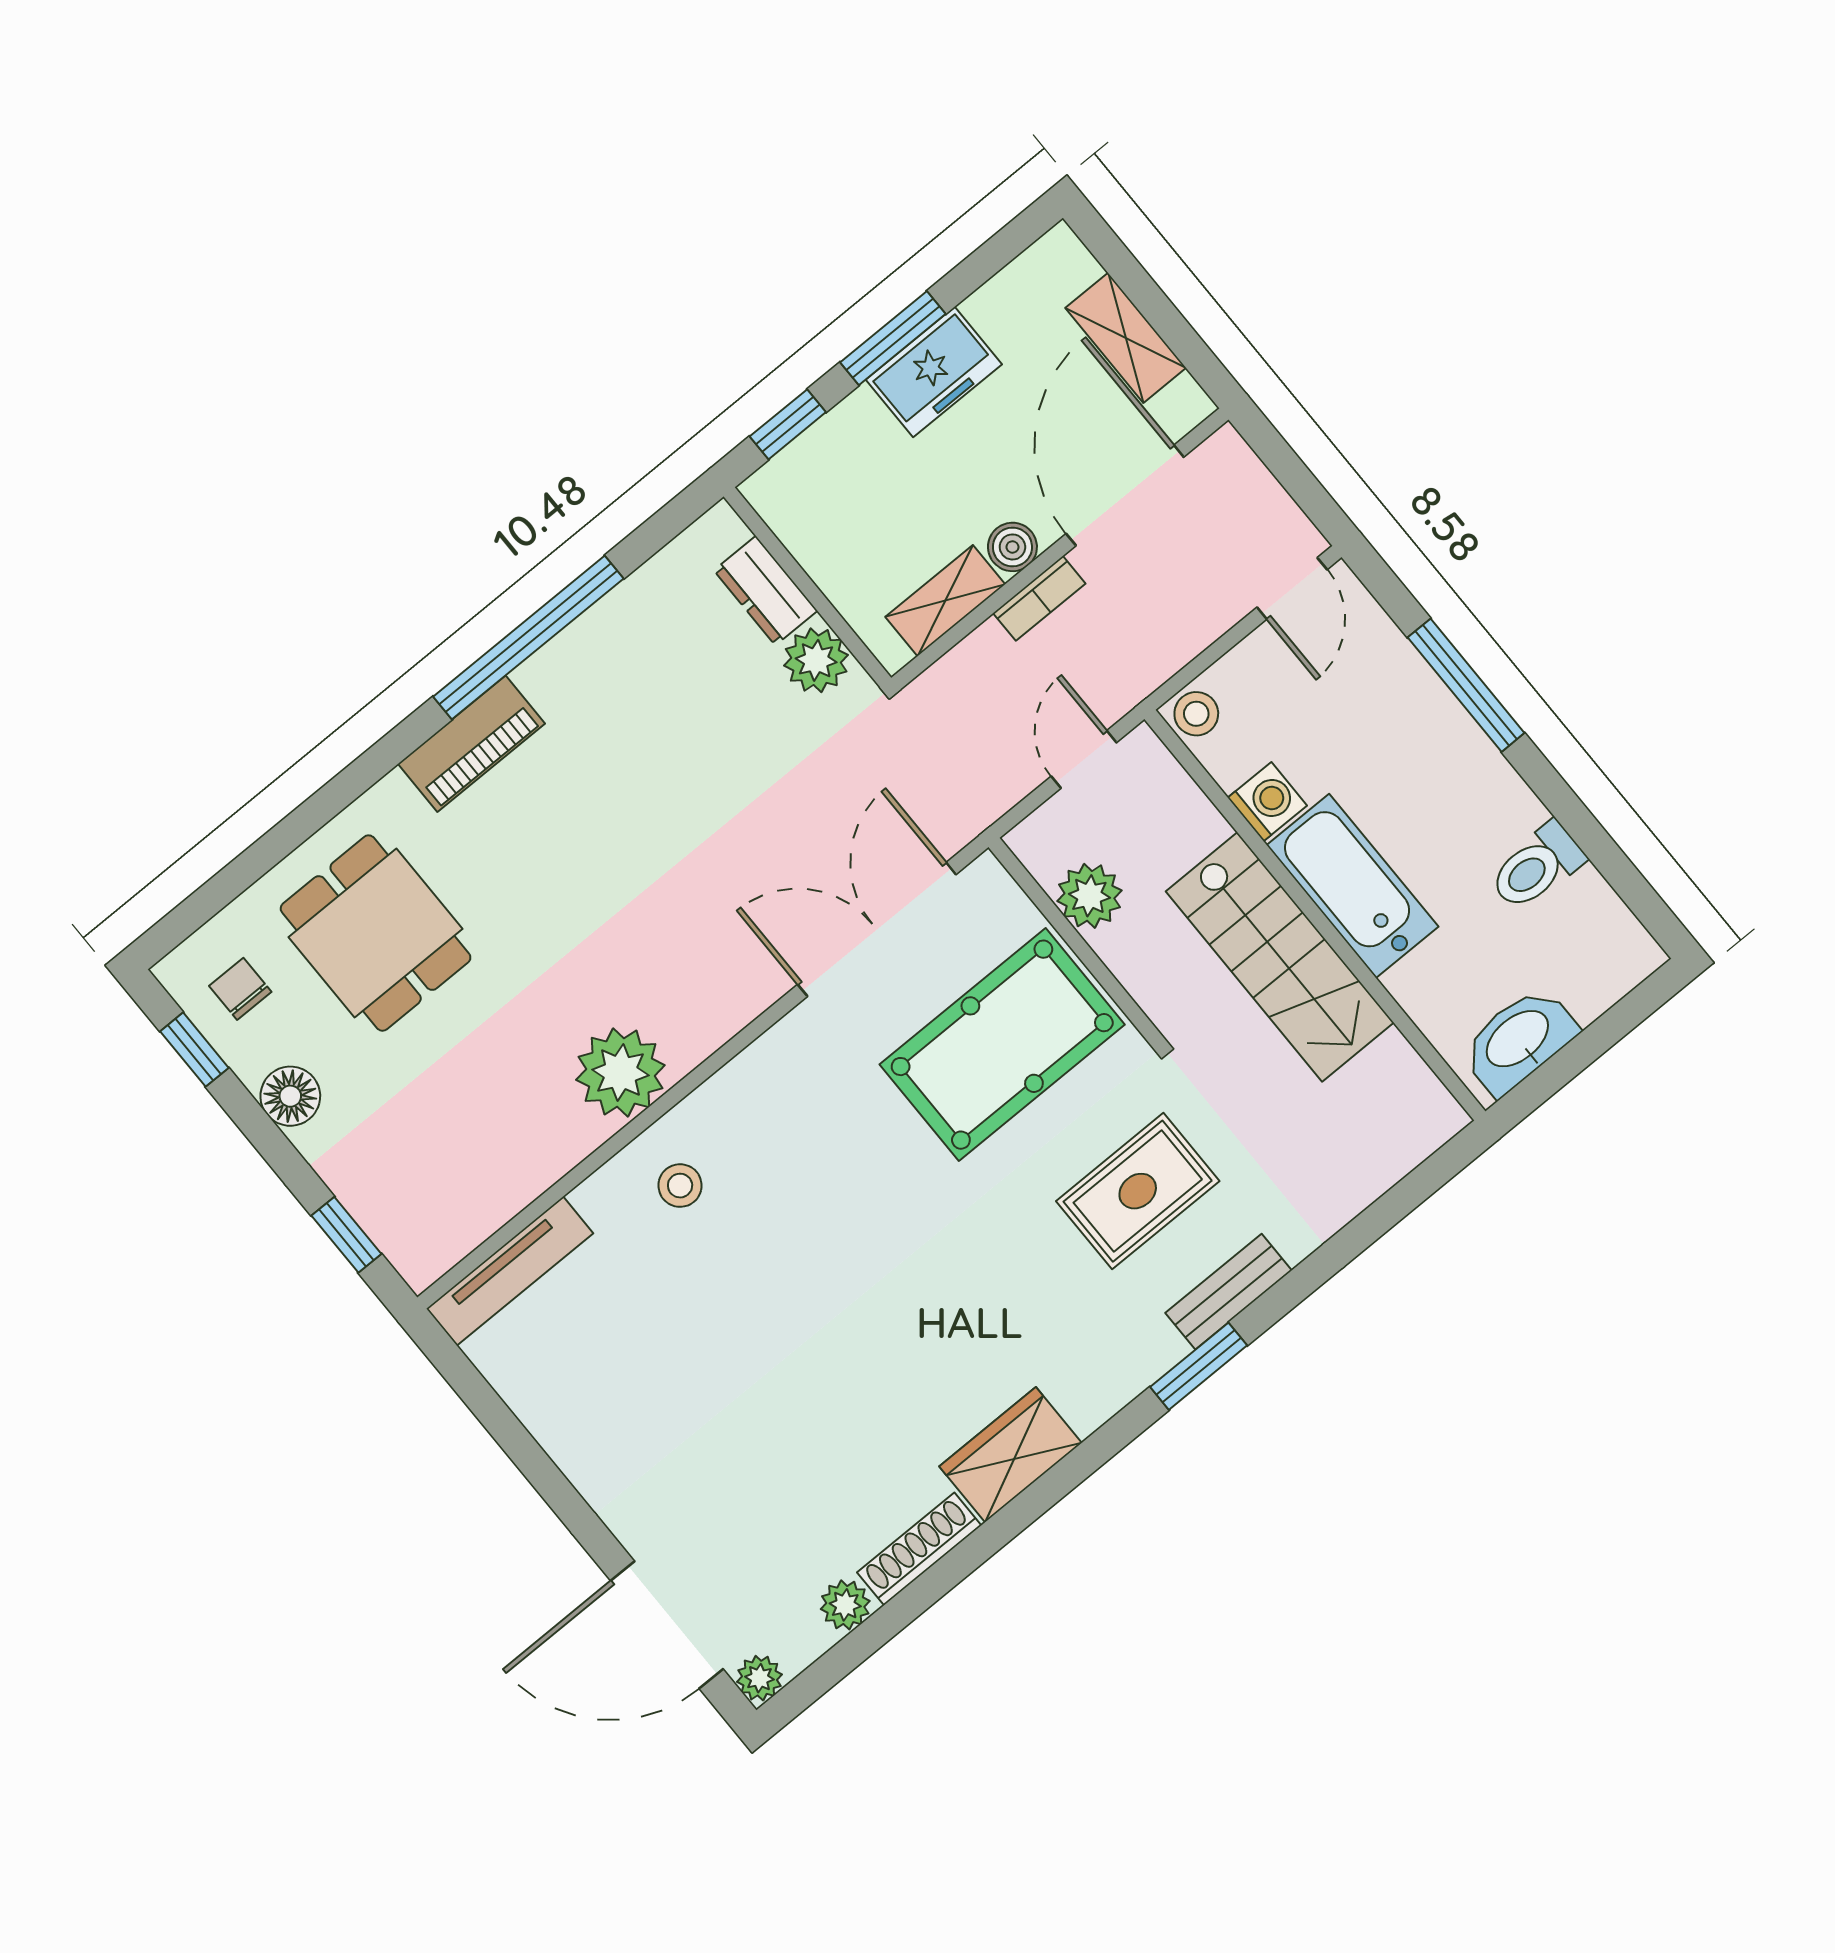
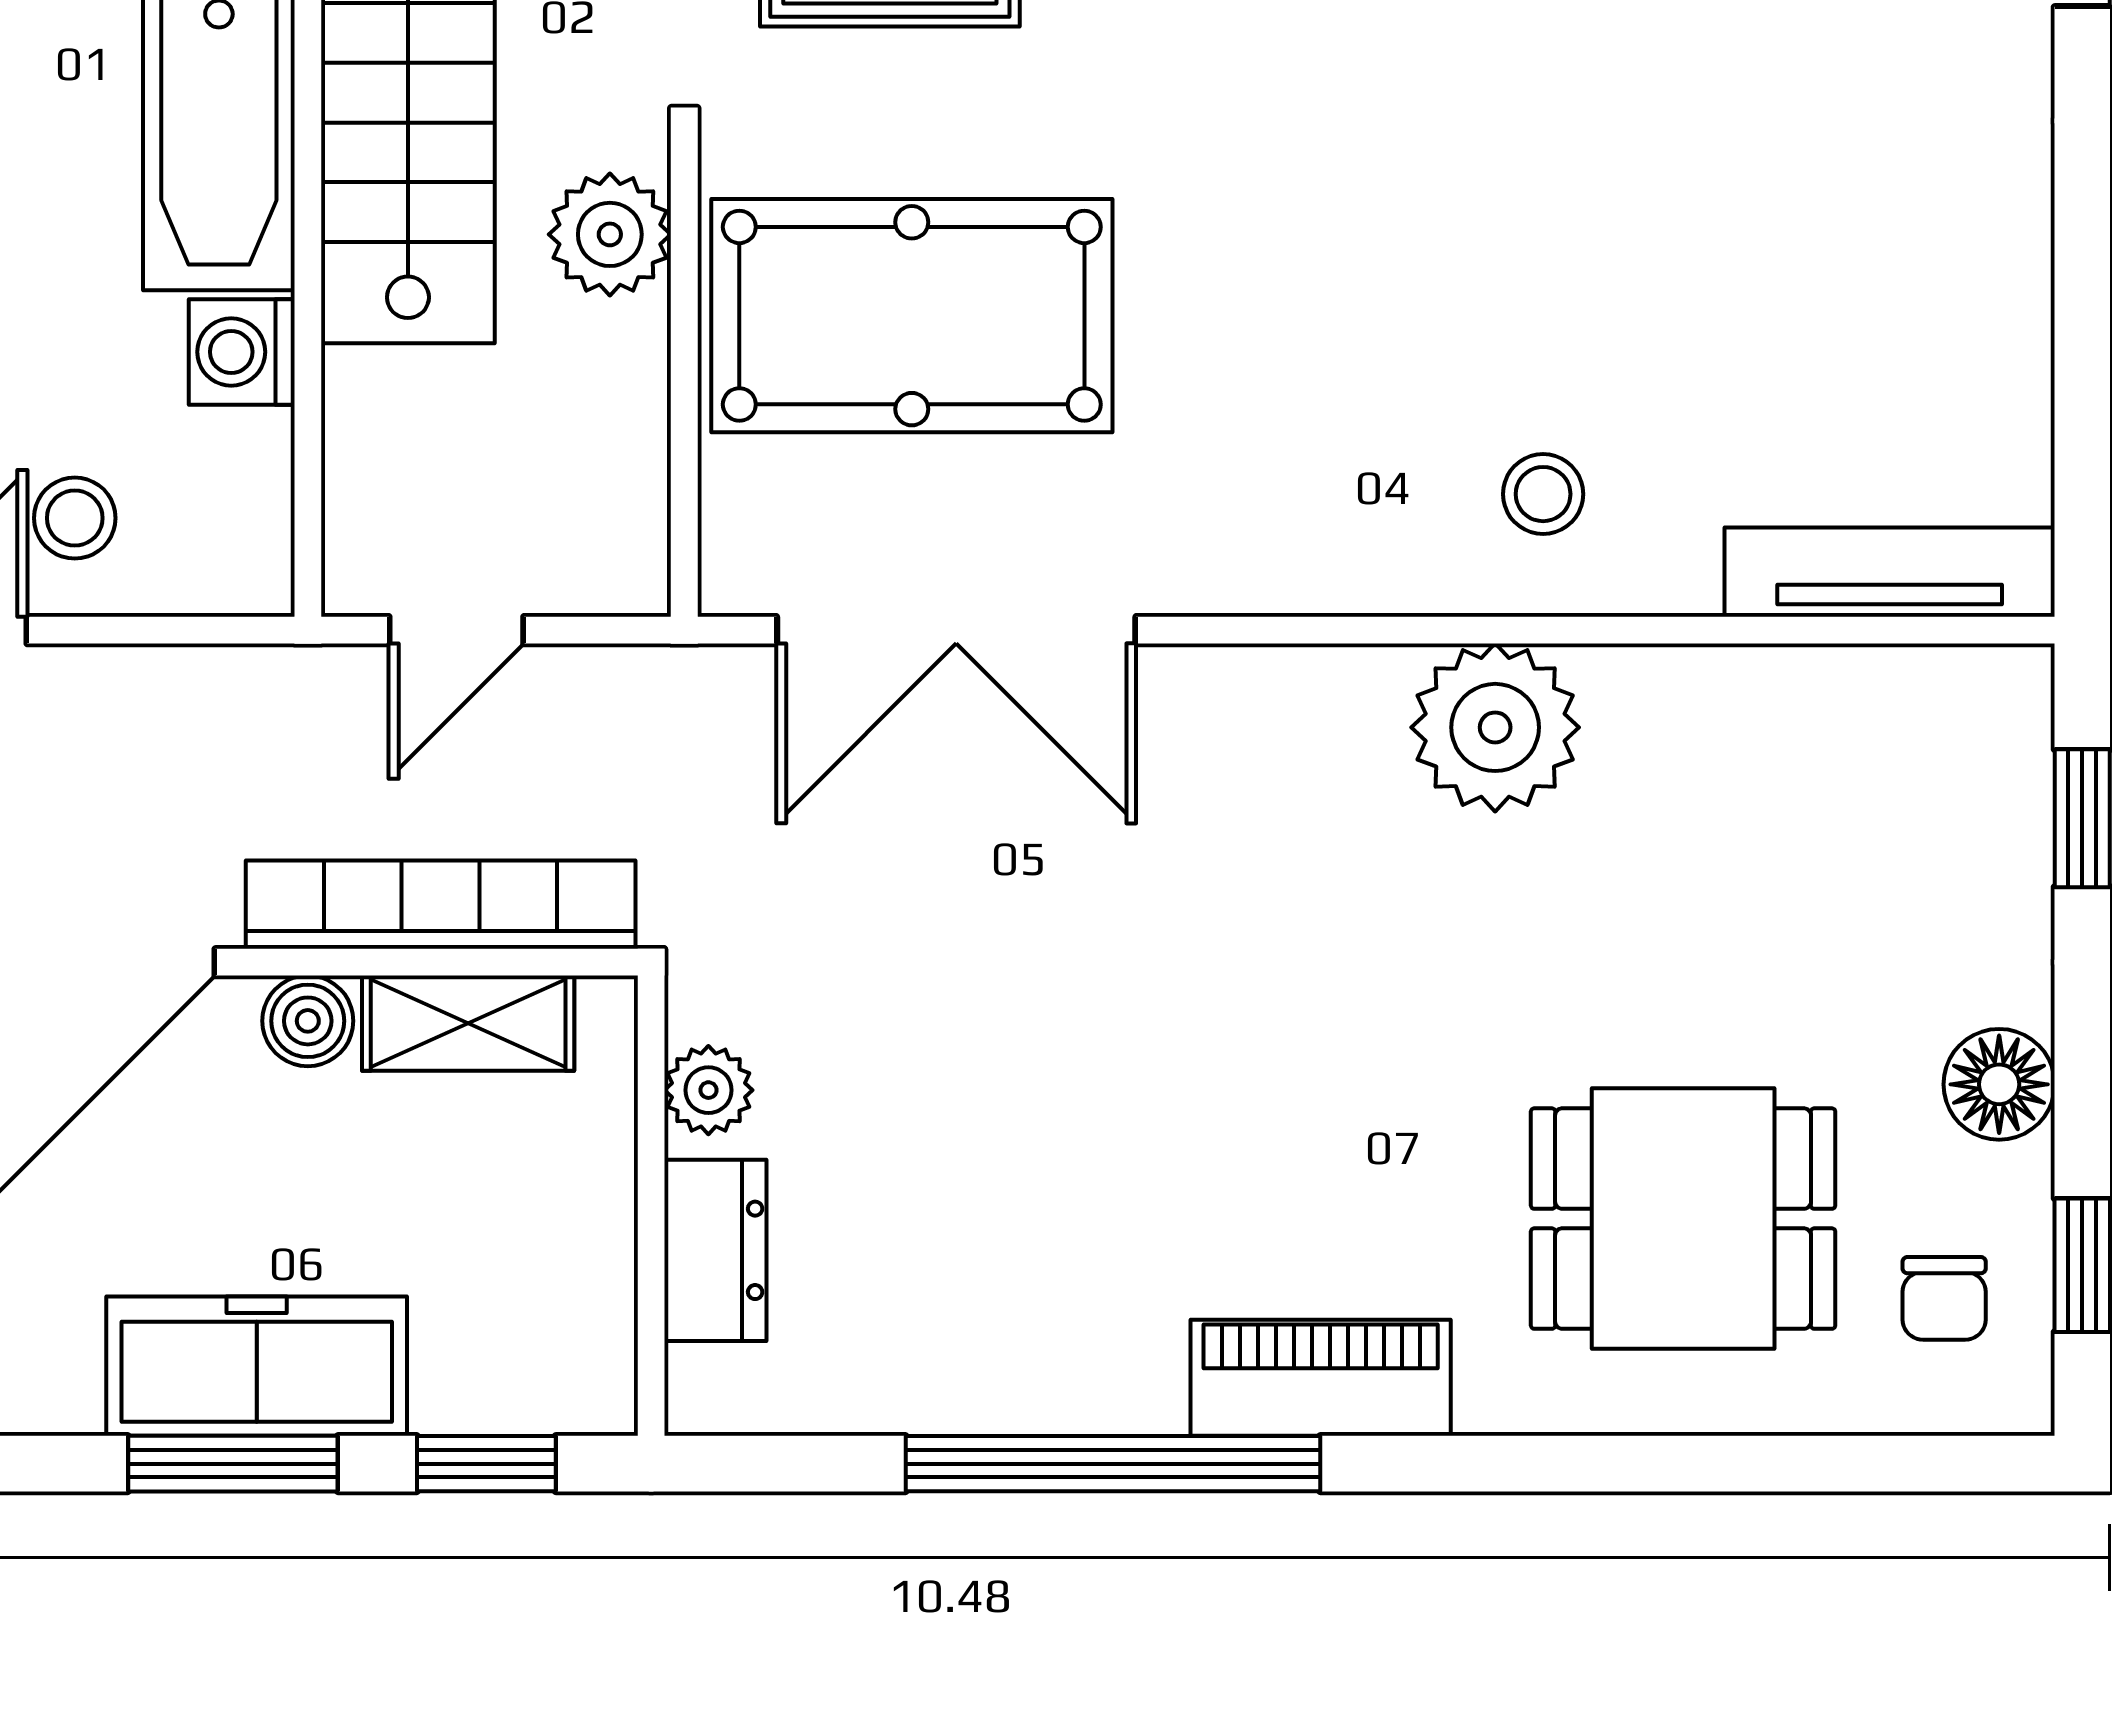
freezer: (934, 372) -> (257, 1366), width x1.40
bookcase: (1039, 598) -> (441, 905), width x2.31, depth x1.31
plant: (816, 660) -> (708, 1090), width x0.73, depth x0.73
stool: (1196, 714) -> (75, 518), moved
plant: (1089, 896) -> (610, 234), moved
dining table: (376, 933) -> (1683, 1219), turned 90

